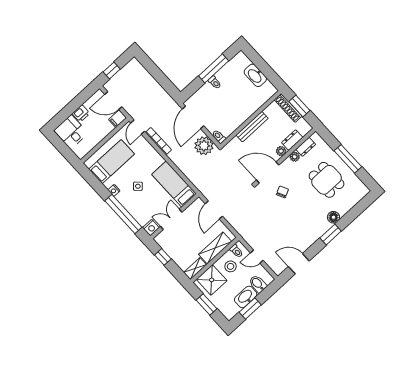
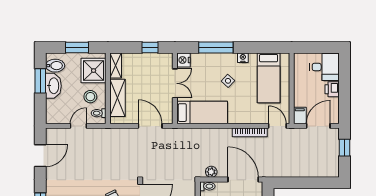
plant: (204, 146) -> (211, 172), width x0.53, depth x0.53
window: (123, 214) -> (216, 47), width x0.68
bidet: (258, 284) -> (55, 66), moved

